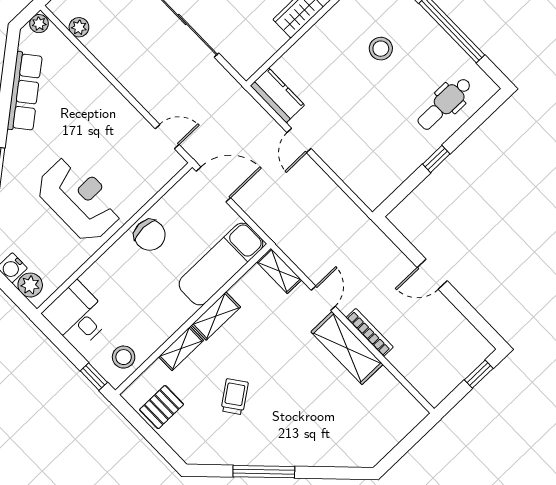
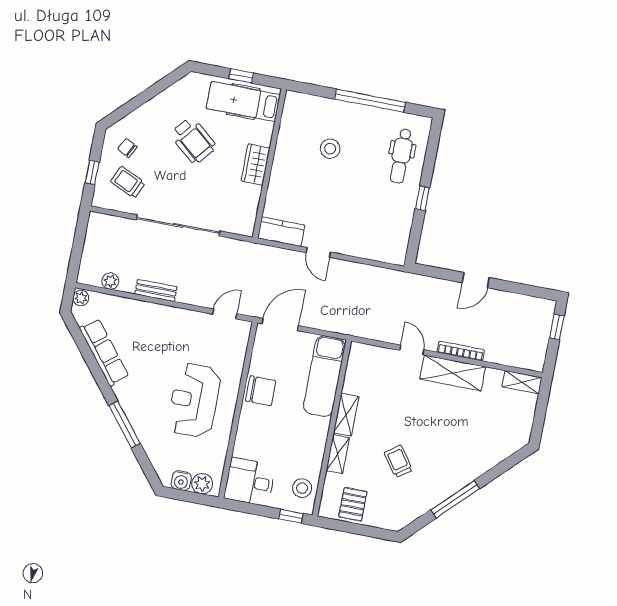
bench: (117, 67) -> (156, 290), added
reception desk: (79, 199) -> (194, 400), turned -90
shelving: (279, 271) -> (522, 382), moved

